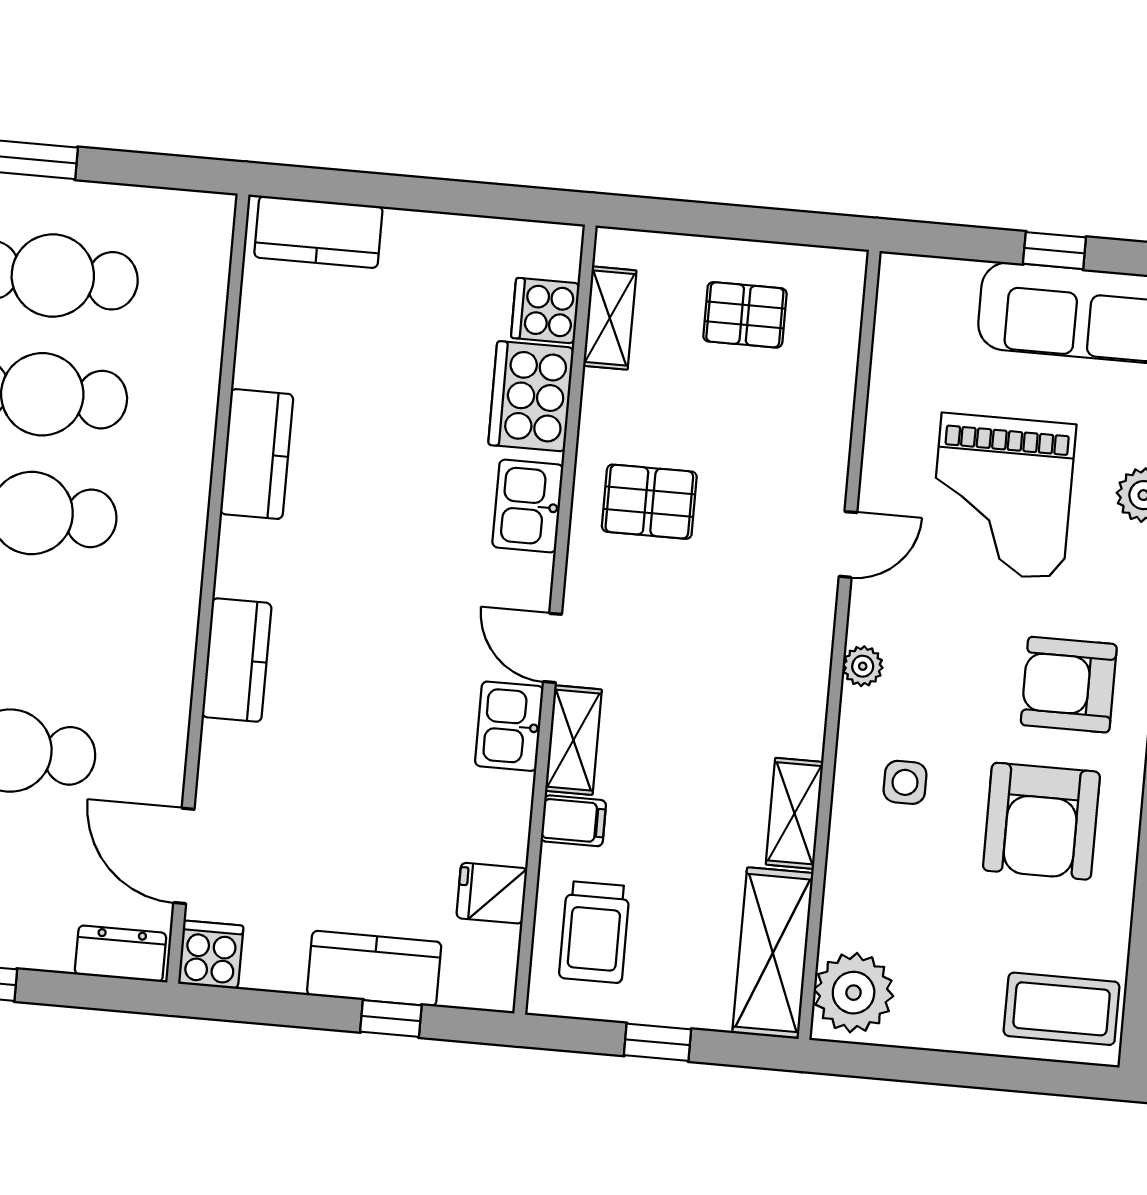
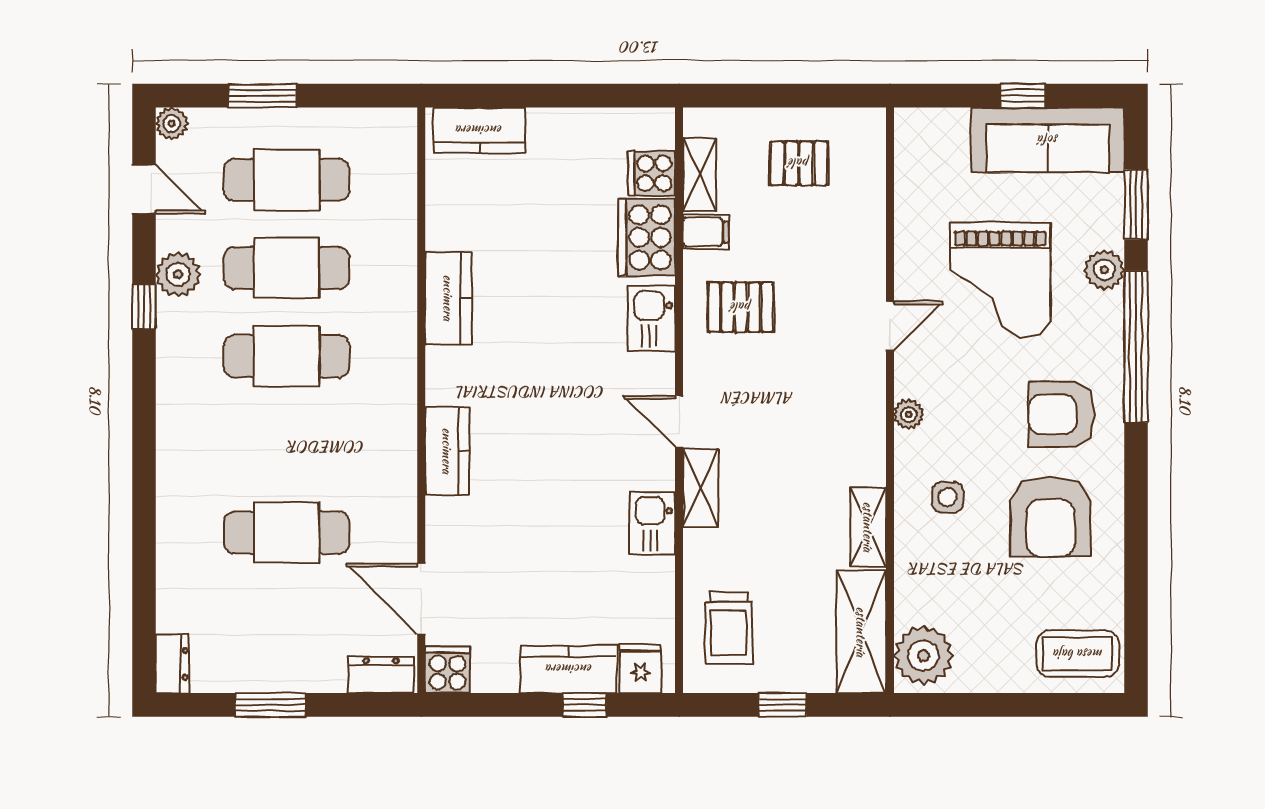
kitchen sink: (509, 726) -> (652, 523), moved
filing cabinet: (573, 821) -> (706, 232), moved
fridge: (492, 893) -> (641, 669), moved, turned 90

